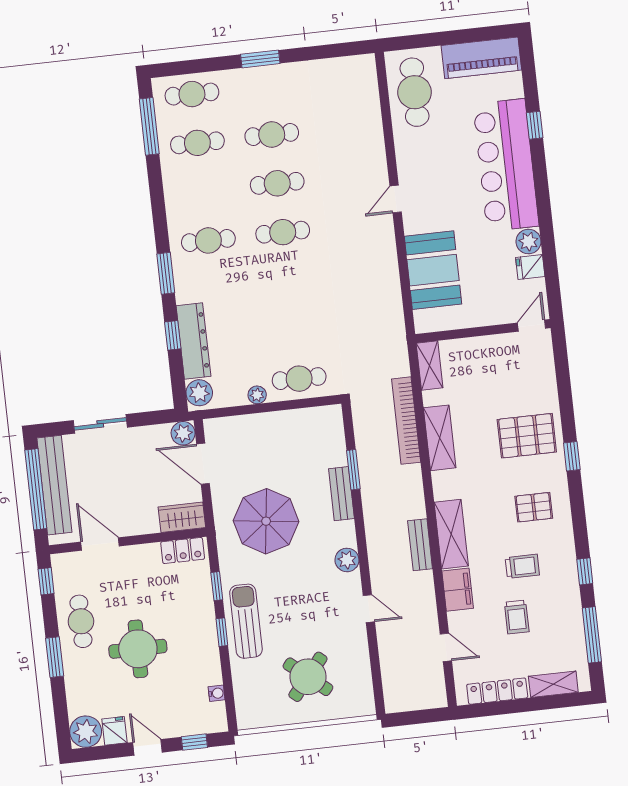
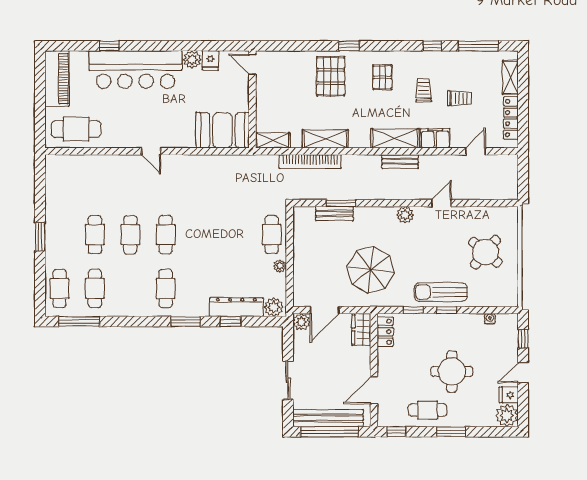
booth: (433, 270) -> (223, 130), moved
bench: (341, 494) -> (334, 214), moved

